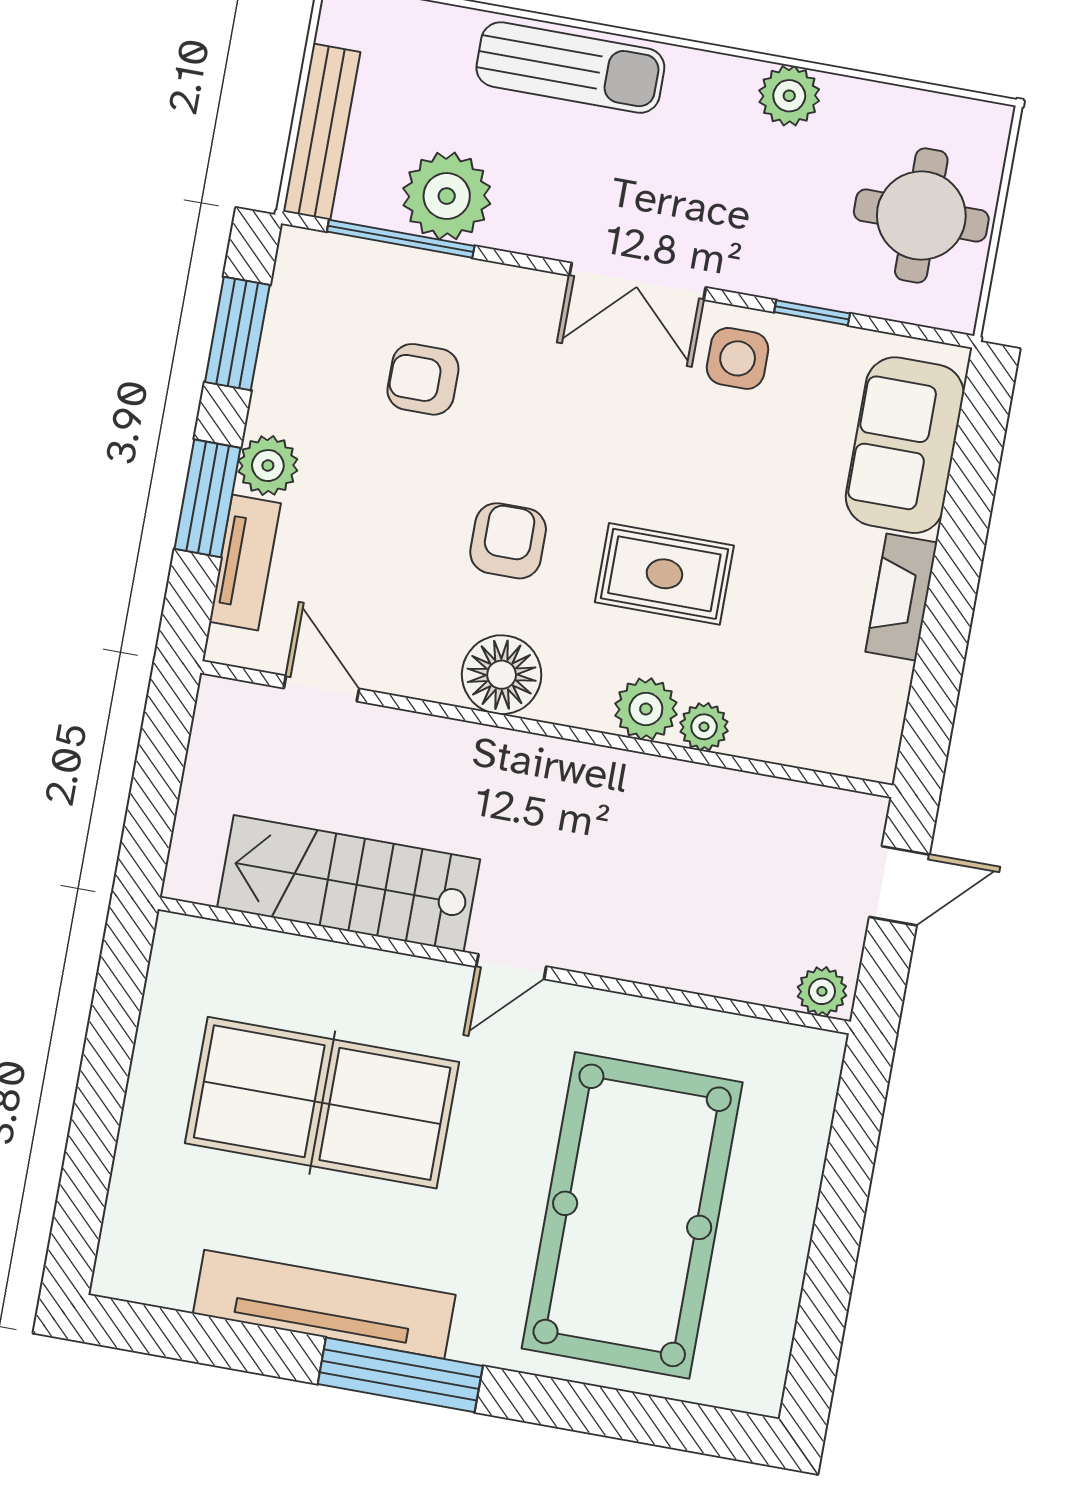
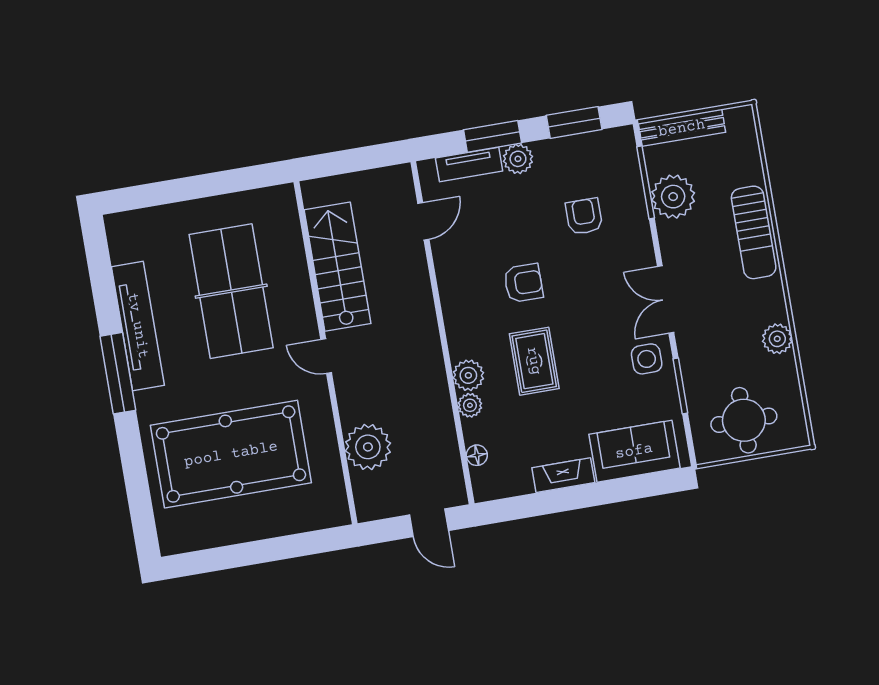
window: (812, 313) -> (680, 386), width x1.50
floor lamp: (502, 675) -> (477, 455), moved, width x0.53, depth x0.53
plant: (822, 991) -> (368, 447), moved, width x1.88, depth x1.88

